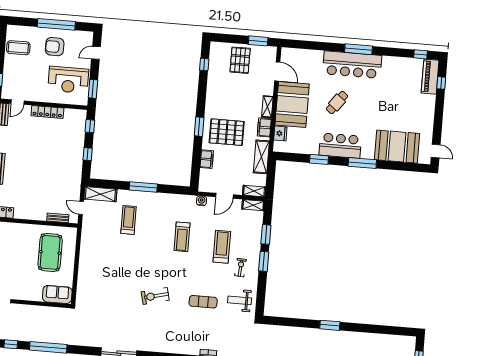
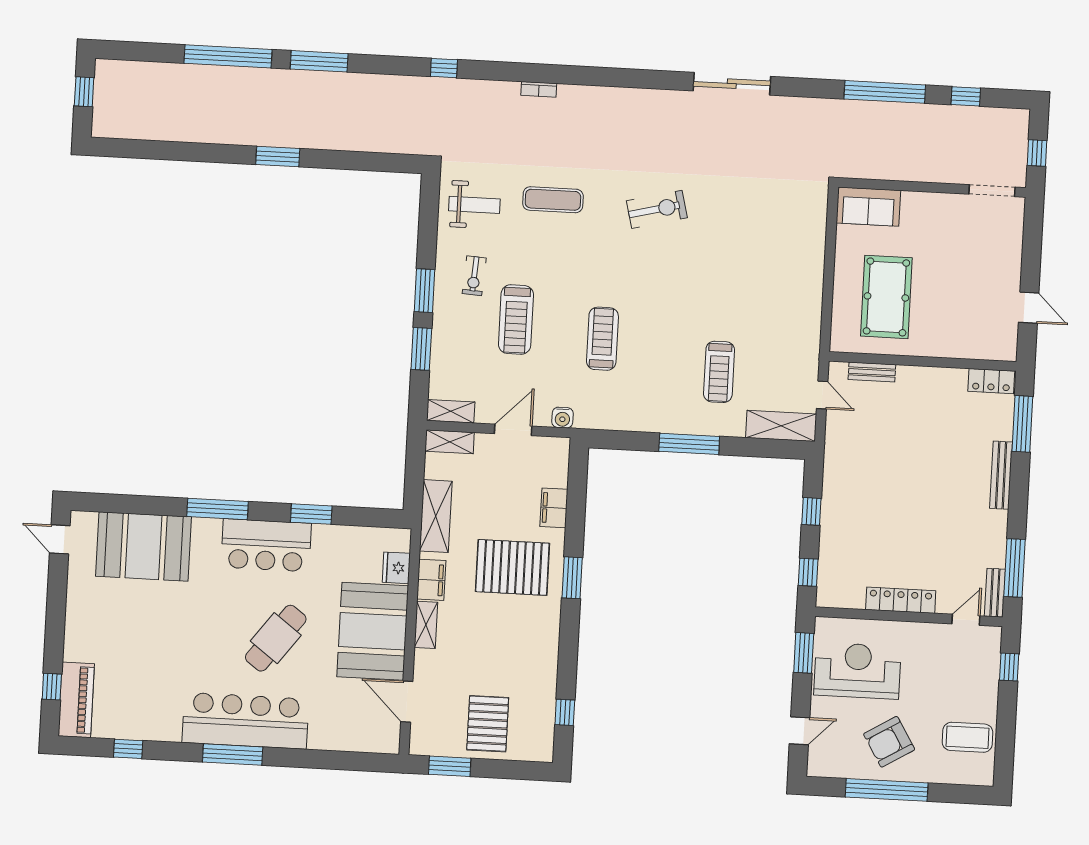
armchair: (55, 47) -> (889, 742), turned 149
window: (421, 54) -> (128, 749), moved
cafe table: (337, 102) -> (276, 638), width x1.37, depth x1.35

